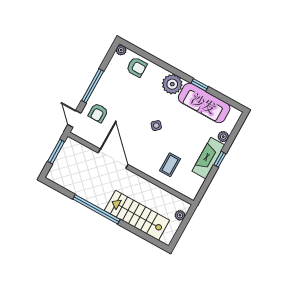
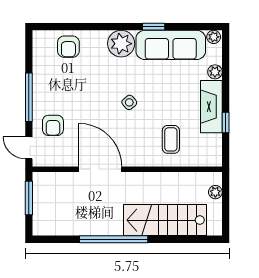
plant: (121, 50) -> (214, 37), moved
armchair: (137, 67) -> (68, 47), turned 90
window: (220, 159) -> (226, 122), moved

